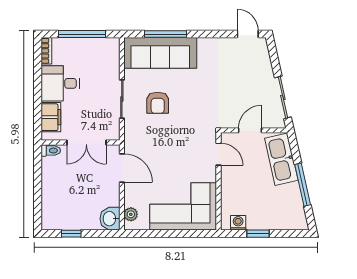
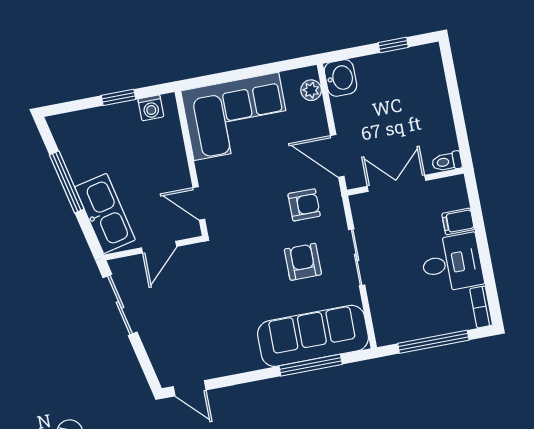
filing cabinet: (51, 117) -> (458, 221), width x0.50
armchair: (150, 140) -> (304, 205), added

